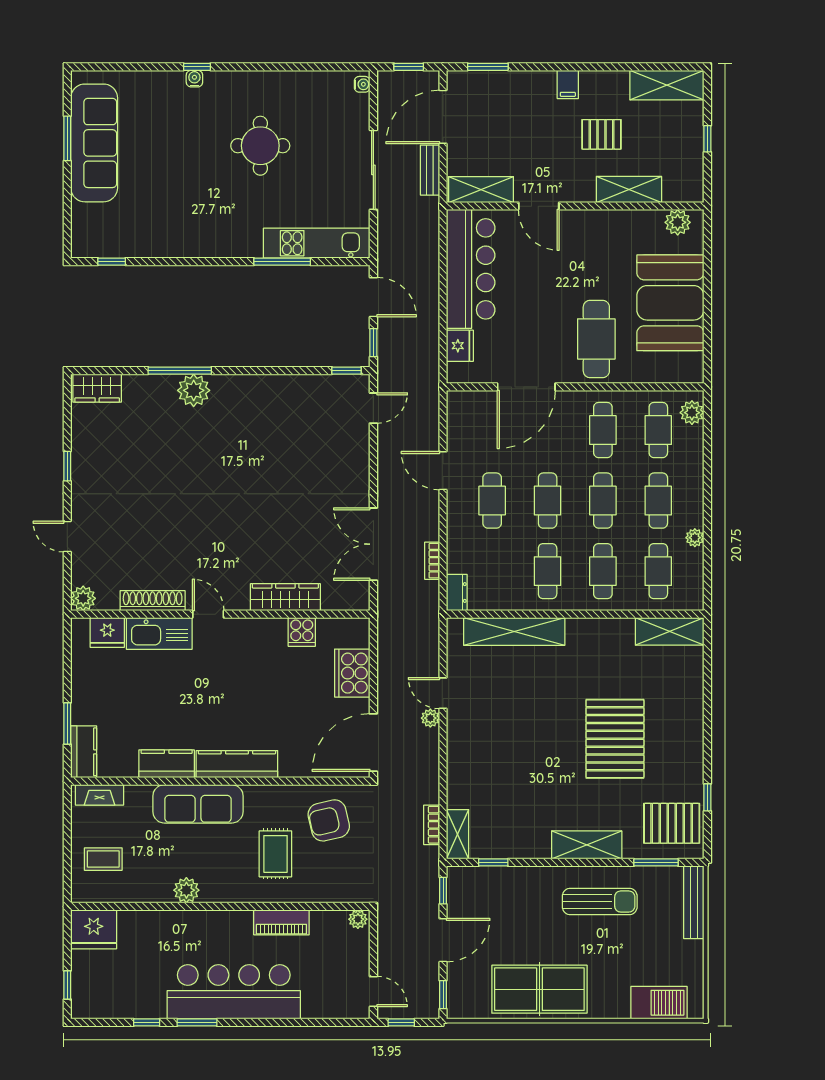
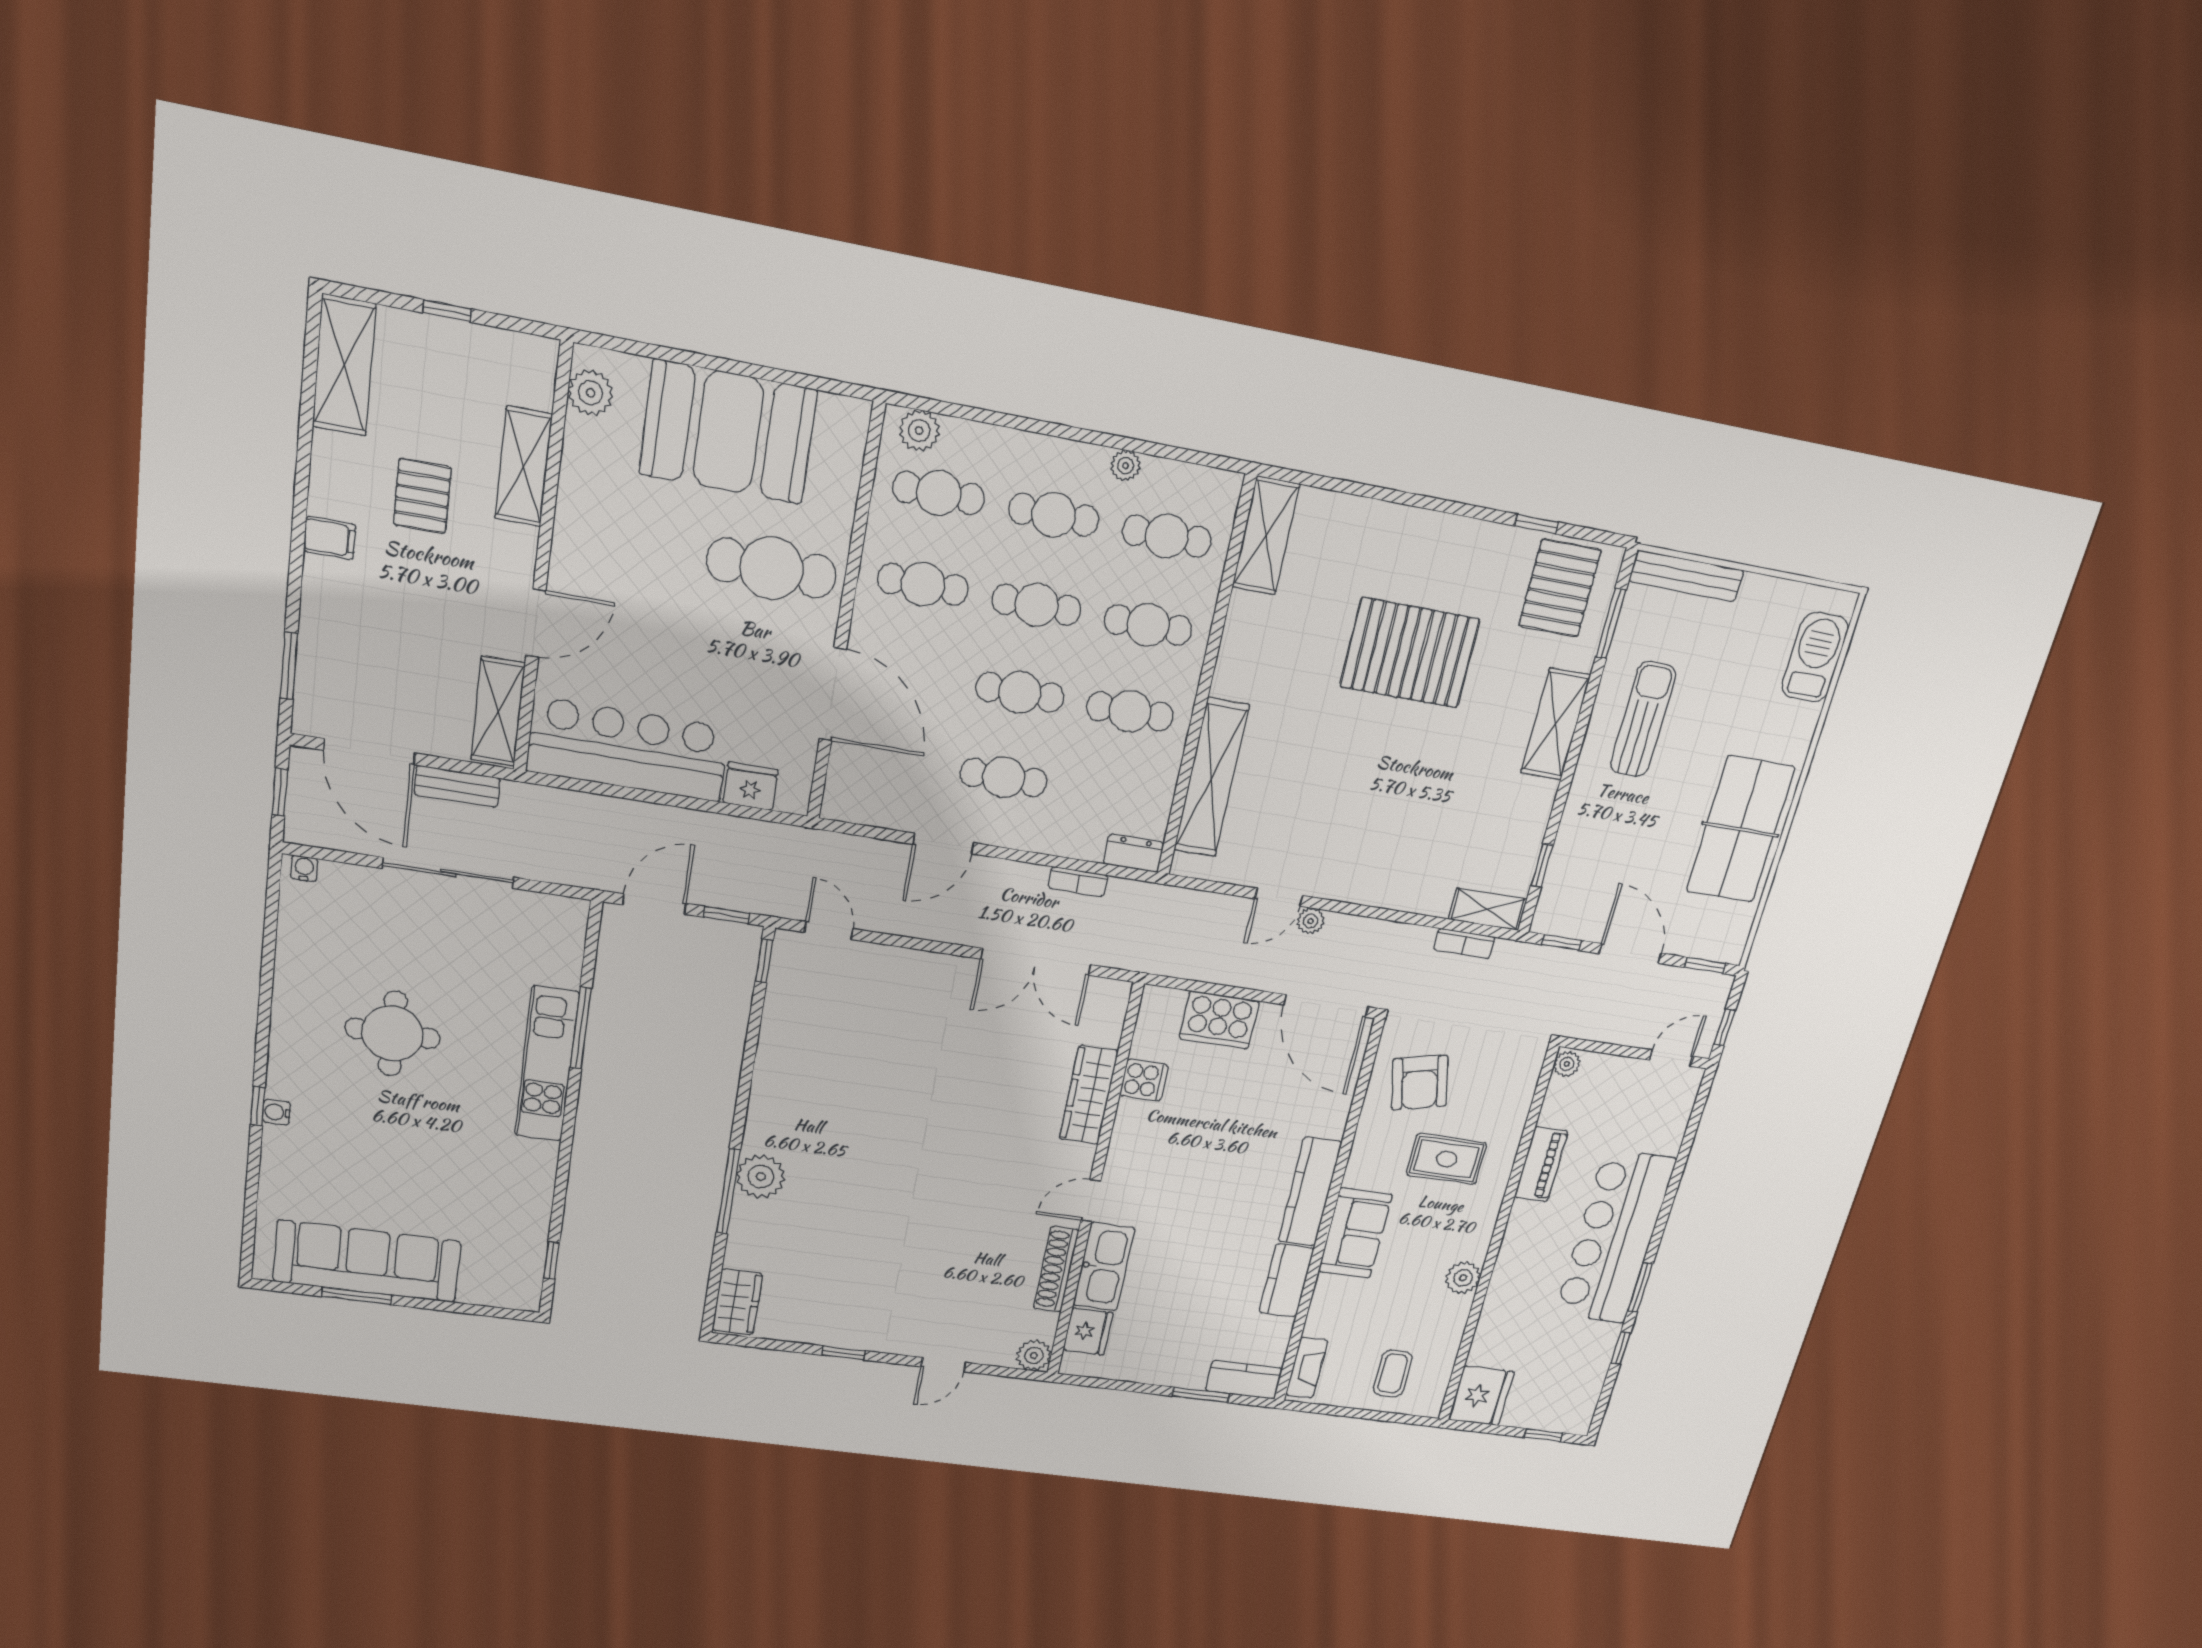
kitchen unit: (317, 243) -> (547, 1064), moved
sofa: (198, 804) -> (1355, 1233), width x0.73

